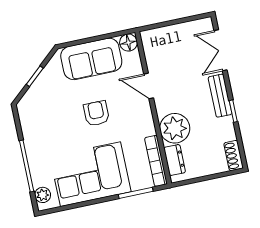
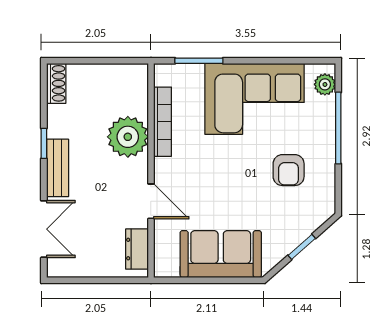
floor lamp: (128, 43) -> (166, 266), removed
armchair: (96, 113) -> (289, 170), moved
dresser: (175, 160) -> (137, 249), moved
bookcase: (156, 161) -> (163, 122), moved

